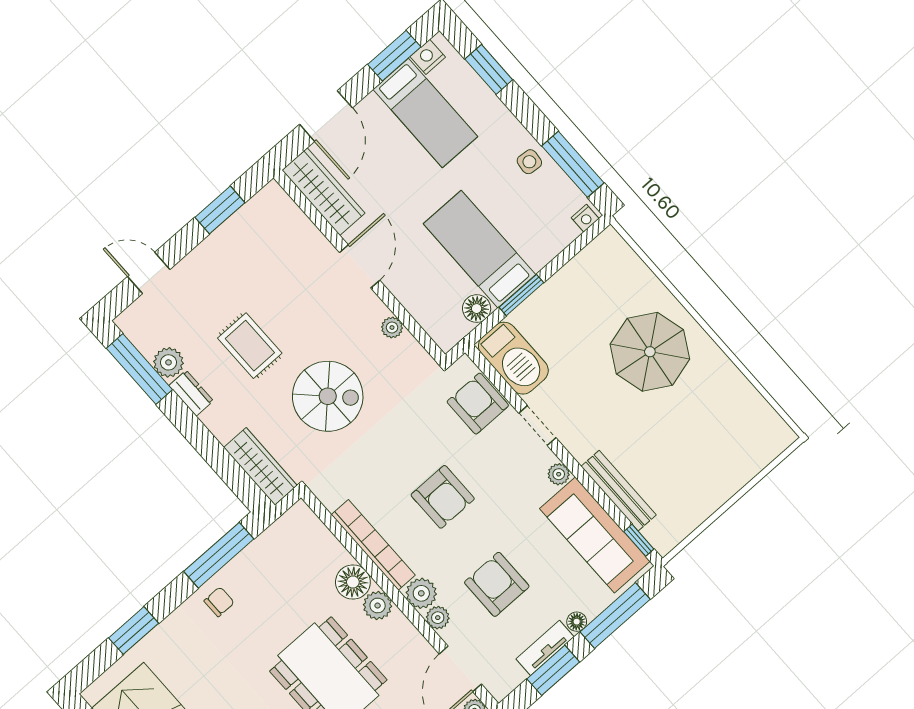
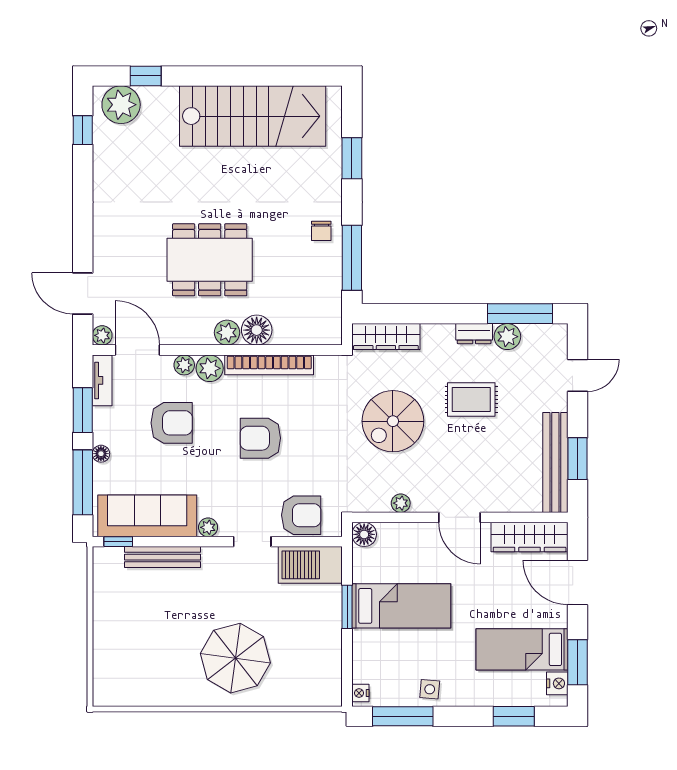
bench: (240, 226) -> (555, 462), added
floor lamp: (477, 309) -> (364, 534), moved
tv unit: (545, 648) -> (102, 380), moved

